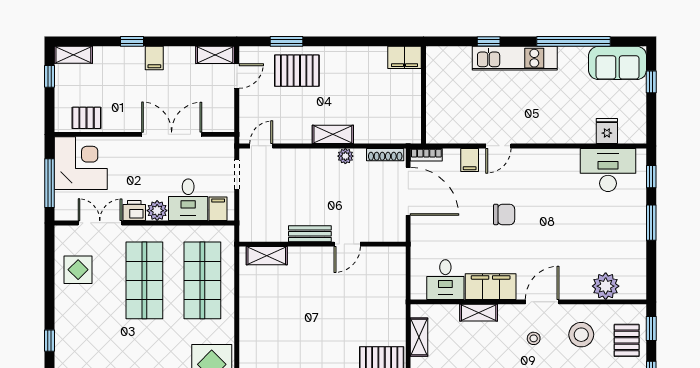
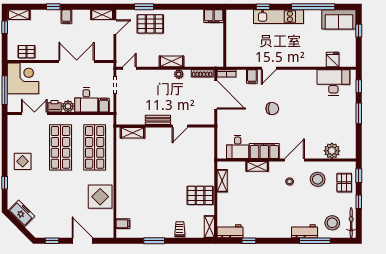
display table: (78, 270) -> (23, 161), moved

